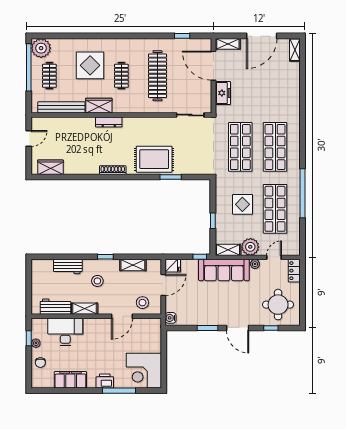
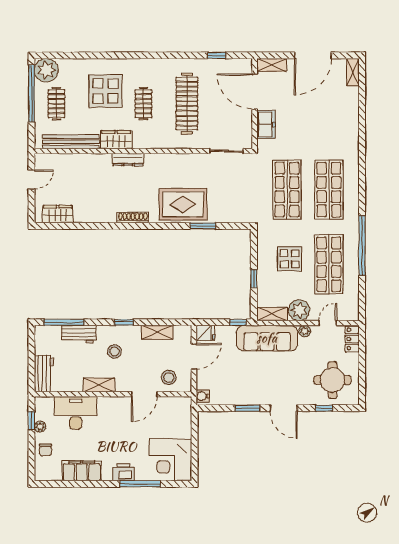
window: (56, 257) -> (64, 322), added
workbench: (55, 307) -> (44, 374), moved, turned 90

